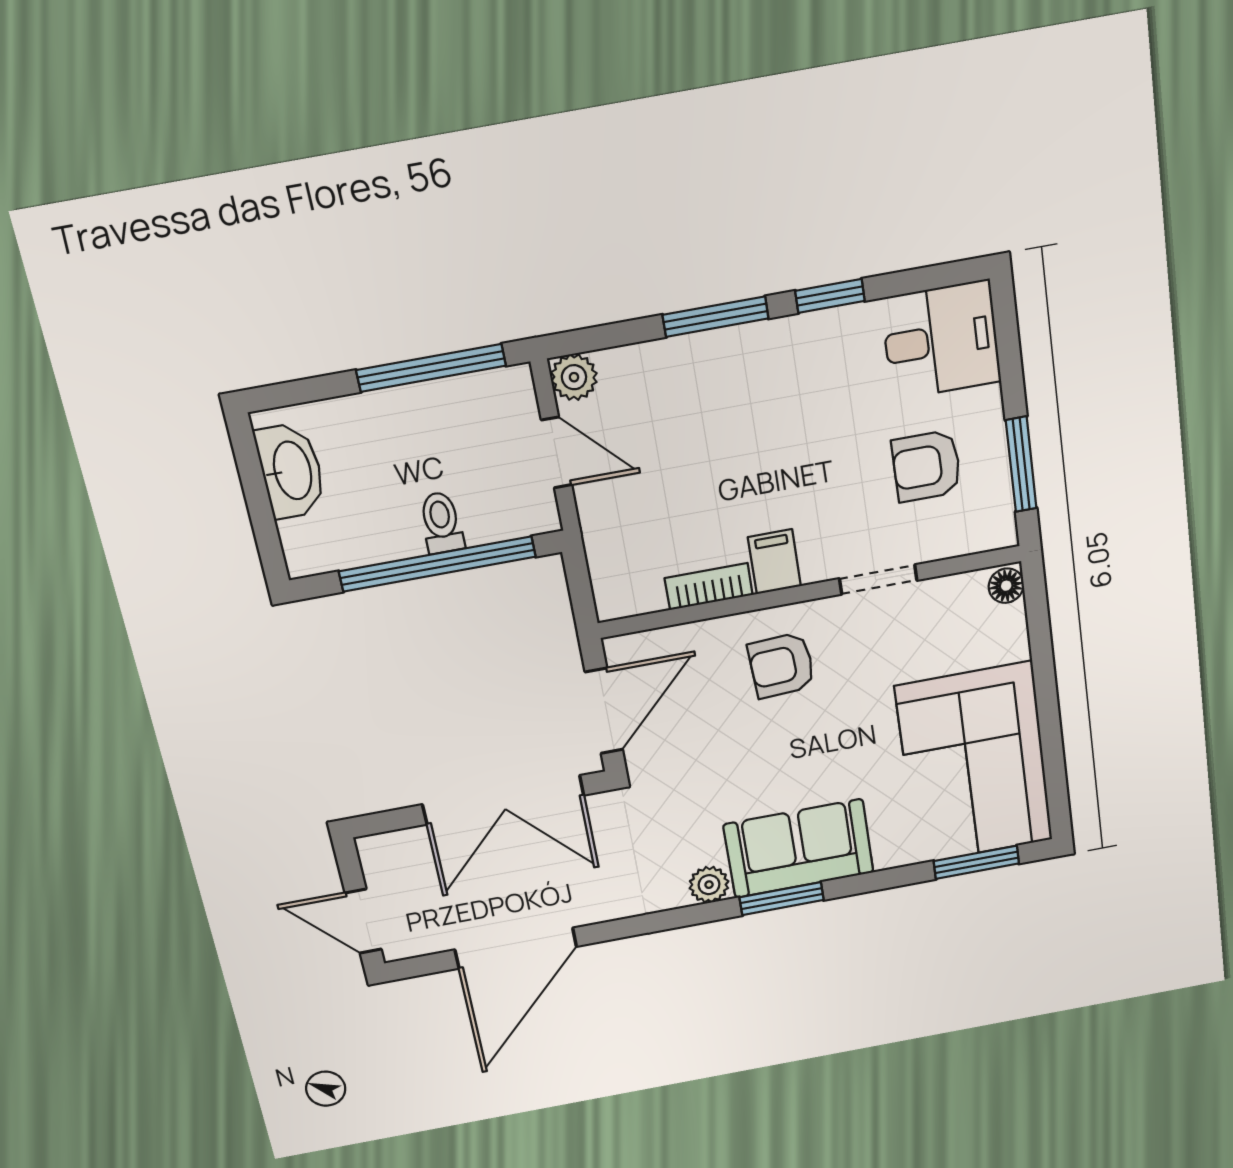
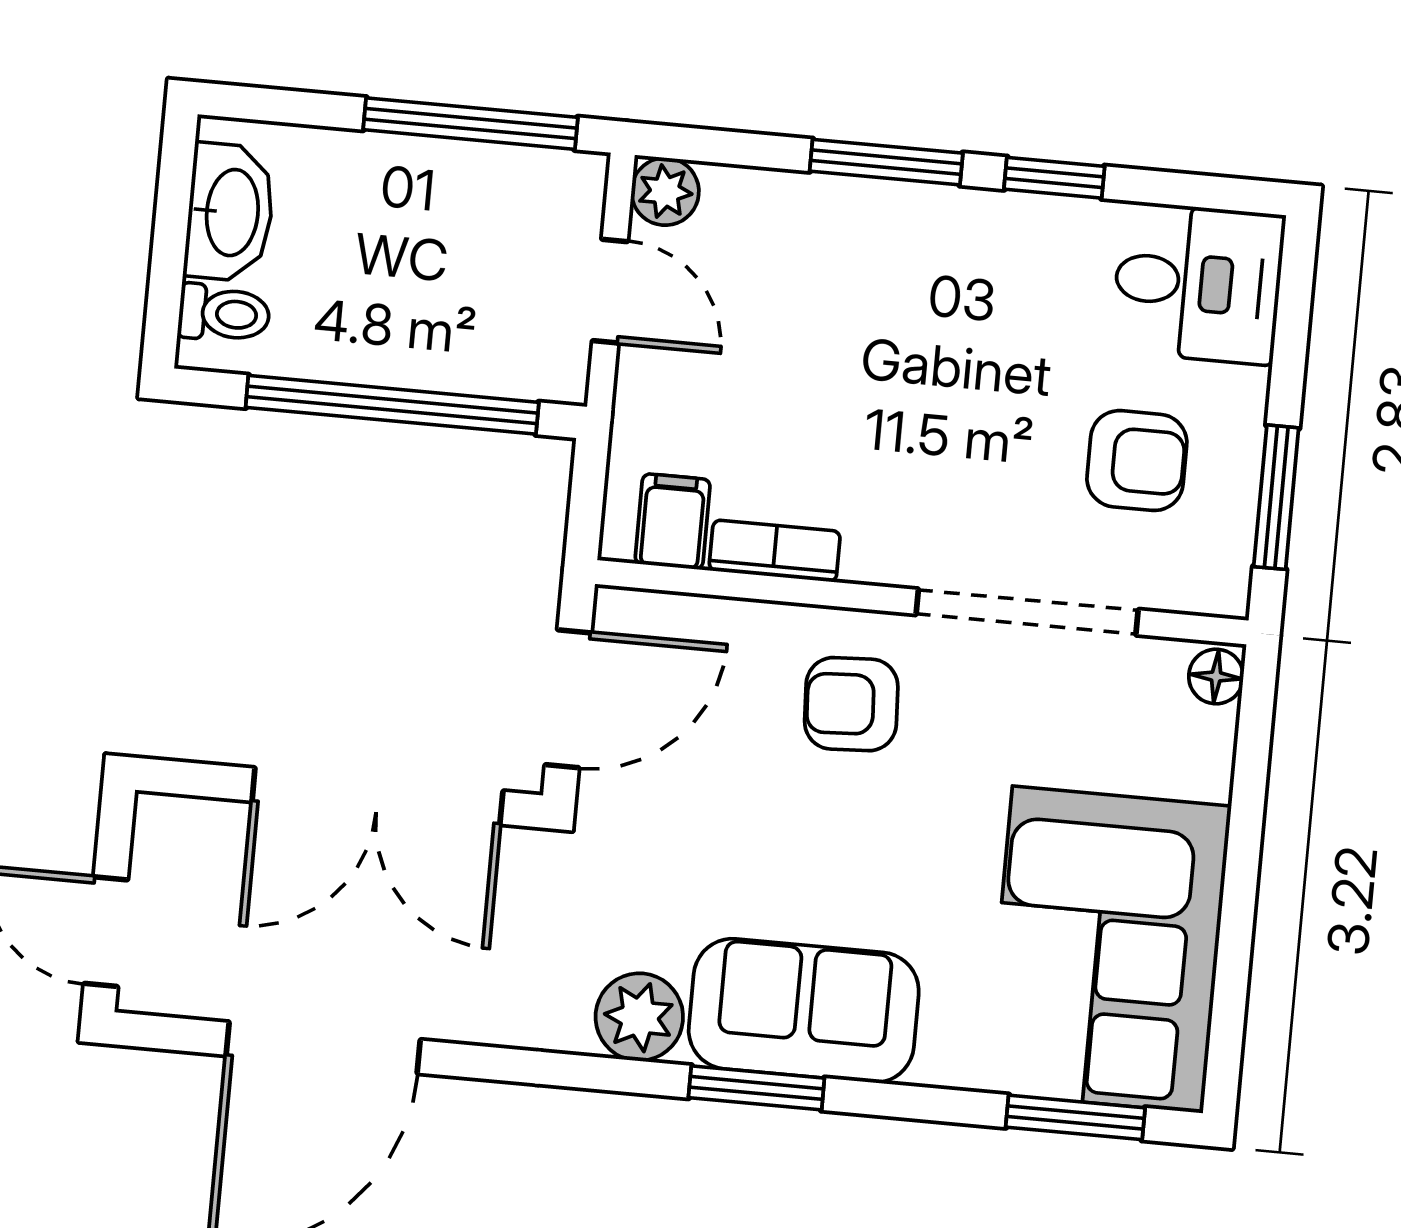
armchair: (927, 466) -> (1137, 461), turned 180
toilet: (441, 523) -> (224, 314), moved, turned 90
filing cabinet: (774, 562) -> (673, 522), moved
doorway: (878, 579) -> (1027, 612), width x1.88
plant: (709, 885) -> (639, 1017), width x1.38, depth x1.38

